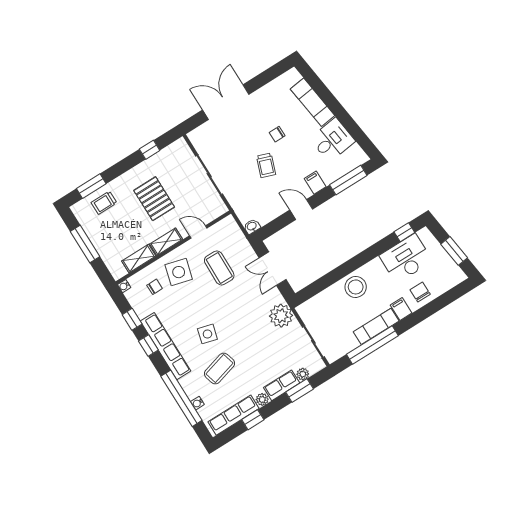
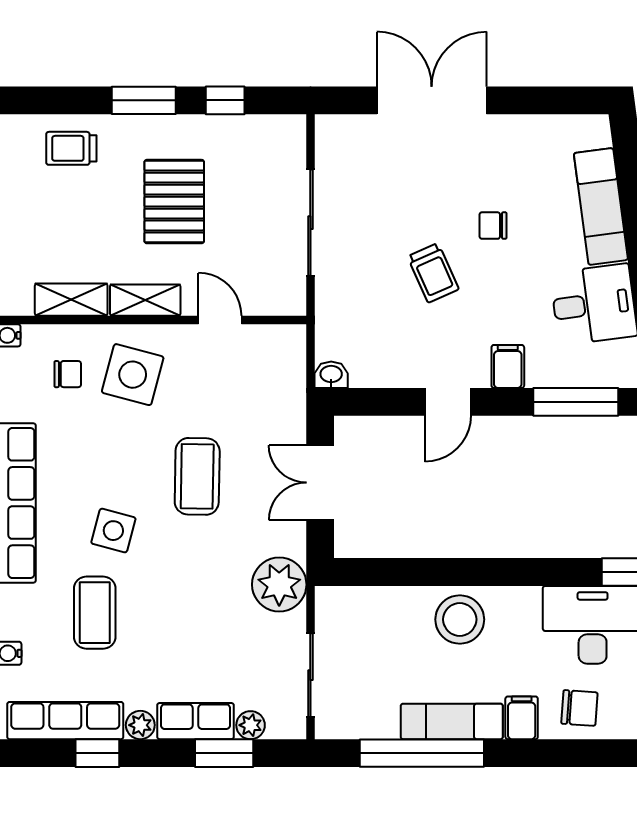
trolley: (266, 165) -> (433, 273), turned -44
window: (91, 186) -> (144, 100), moved
door: (301, 210) -> (448, 402), swing flipped
coffee table: (219, 268) -> (197, 476), moved
chair: (420, 292) -> (579, 708), turned 94
coffee table: (220, 369) -> (95, 613), turned -74

